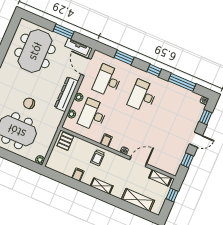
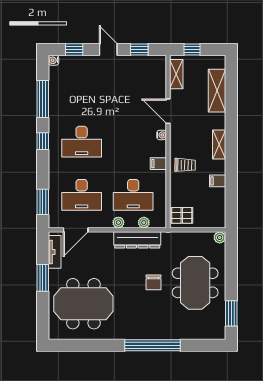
window: (124, 58) -> (43, 202), moved
dresser: (66, 94) -> (137, 240), moved

